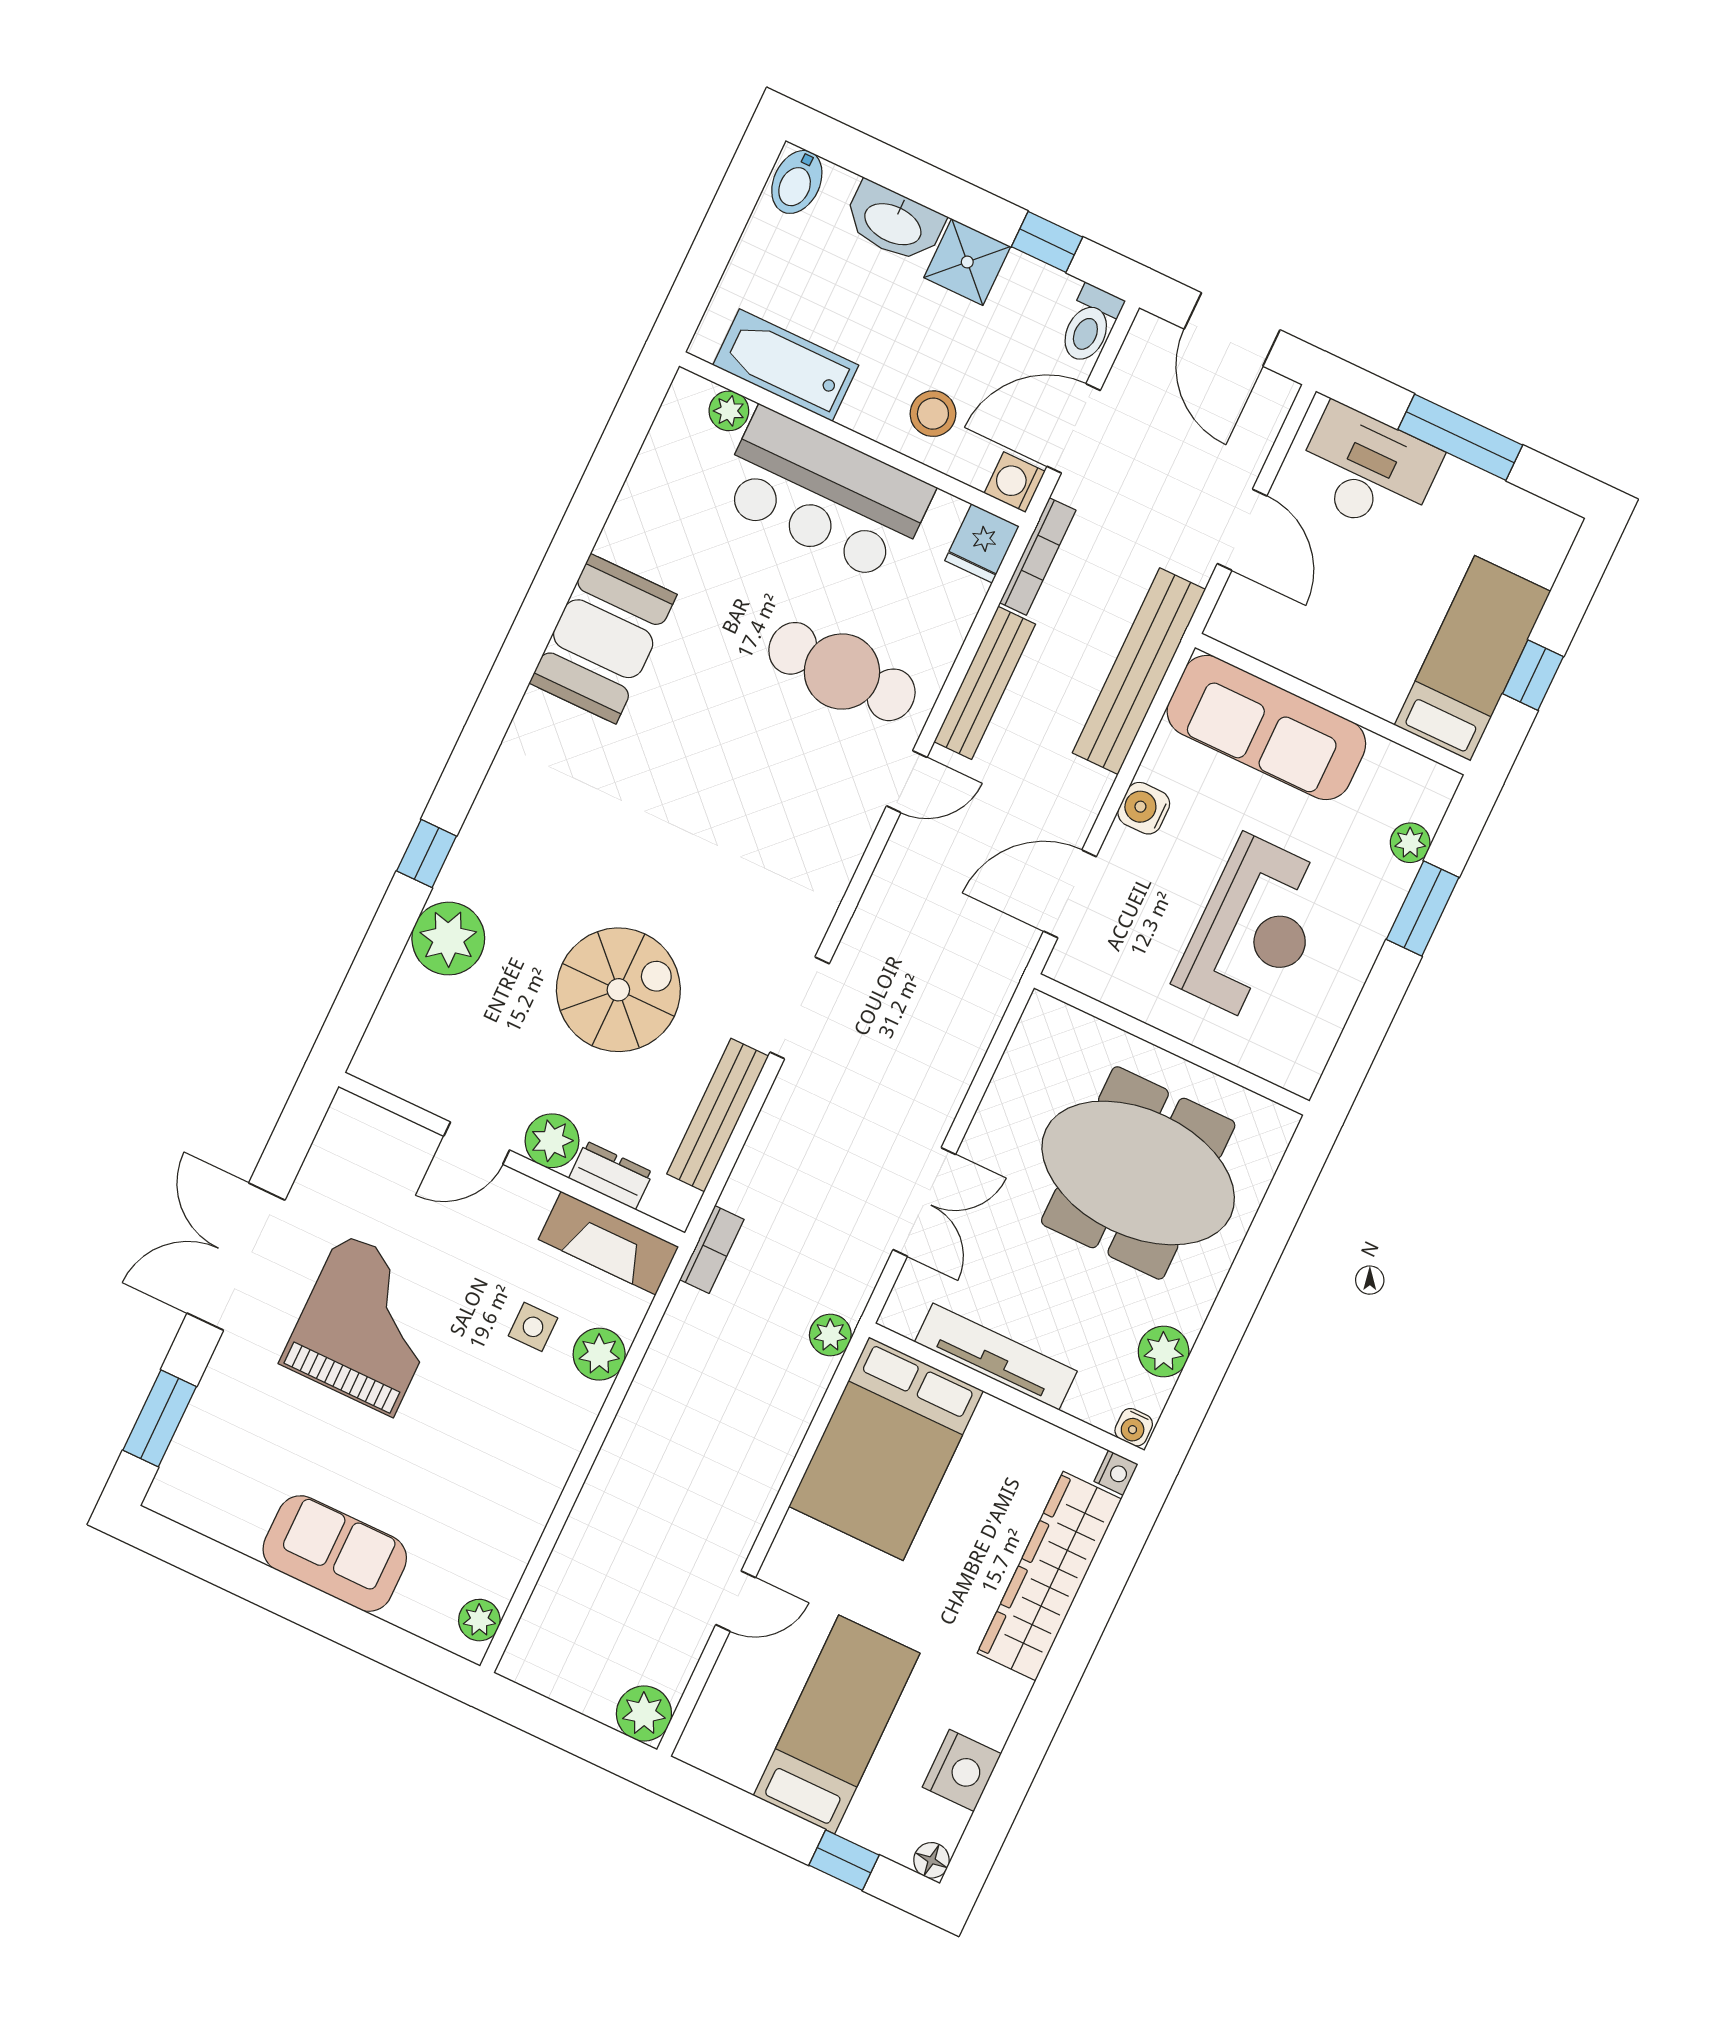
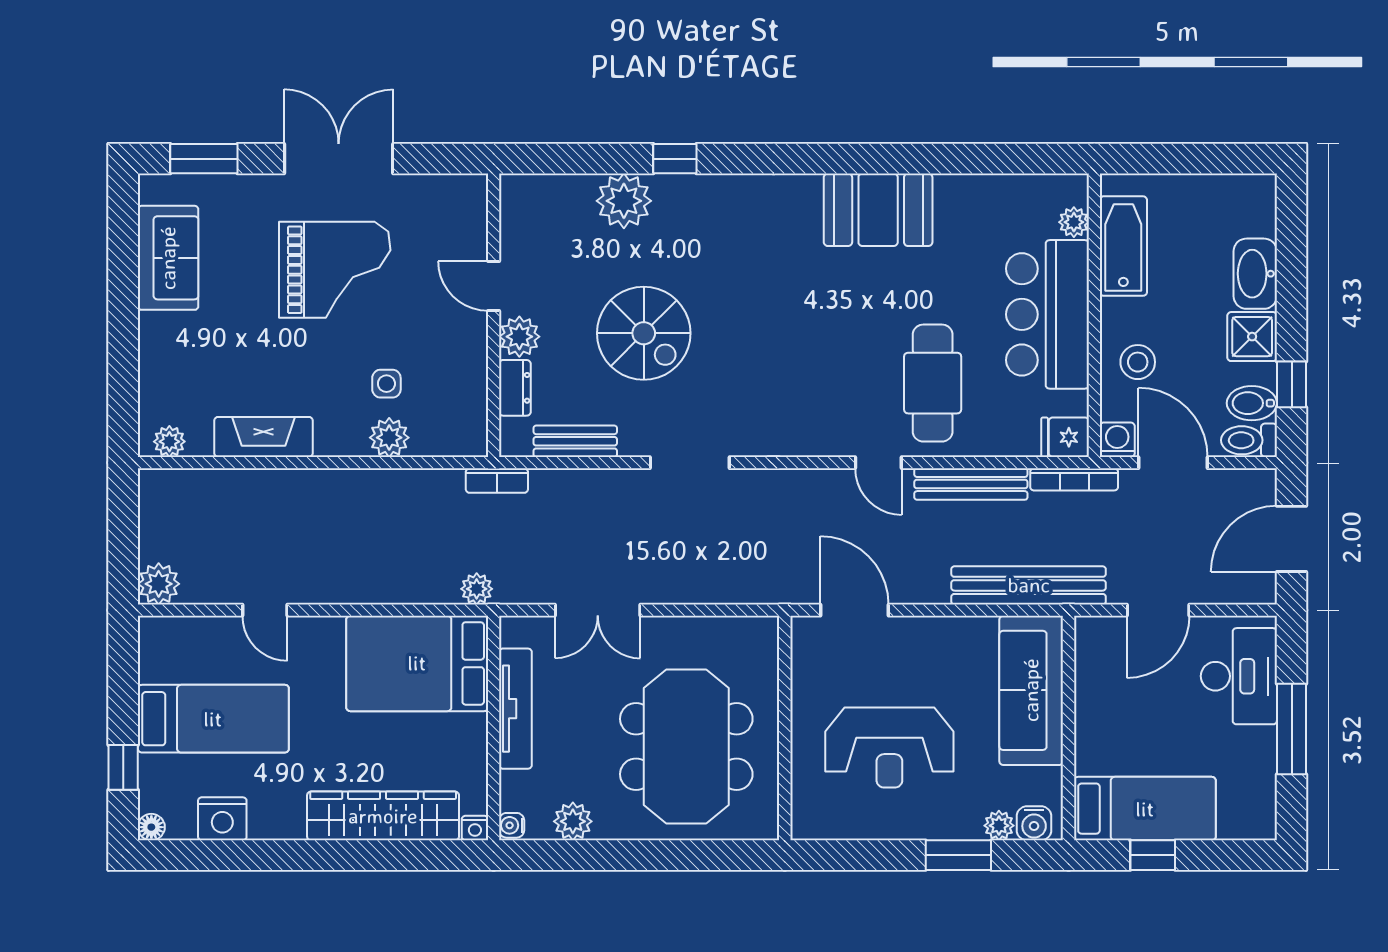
bidet: (797, 182) -> (1252, 403), moved
water cooler: (1144, 808) -> (1034, 823), moved, turned 180
bench: (718, 1115) -> (575, 441), width x0.73
fireplace: (608, 1243) -> (263, 437), moved, turned 90
sofa: (335, 1554) -> (168, 258), moved

